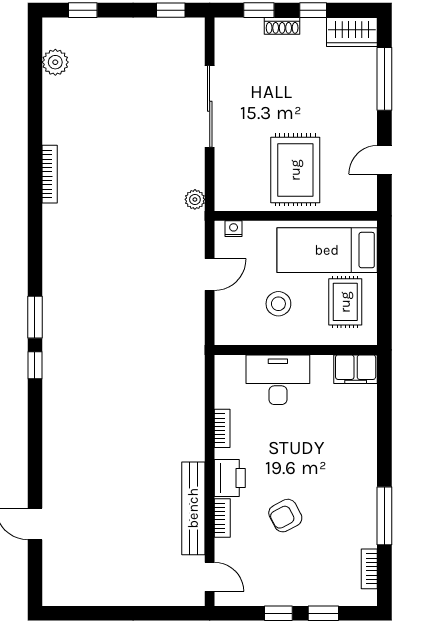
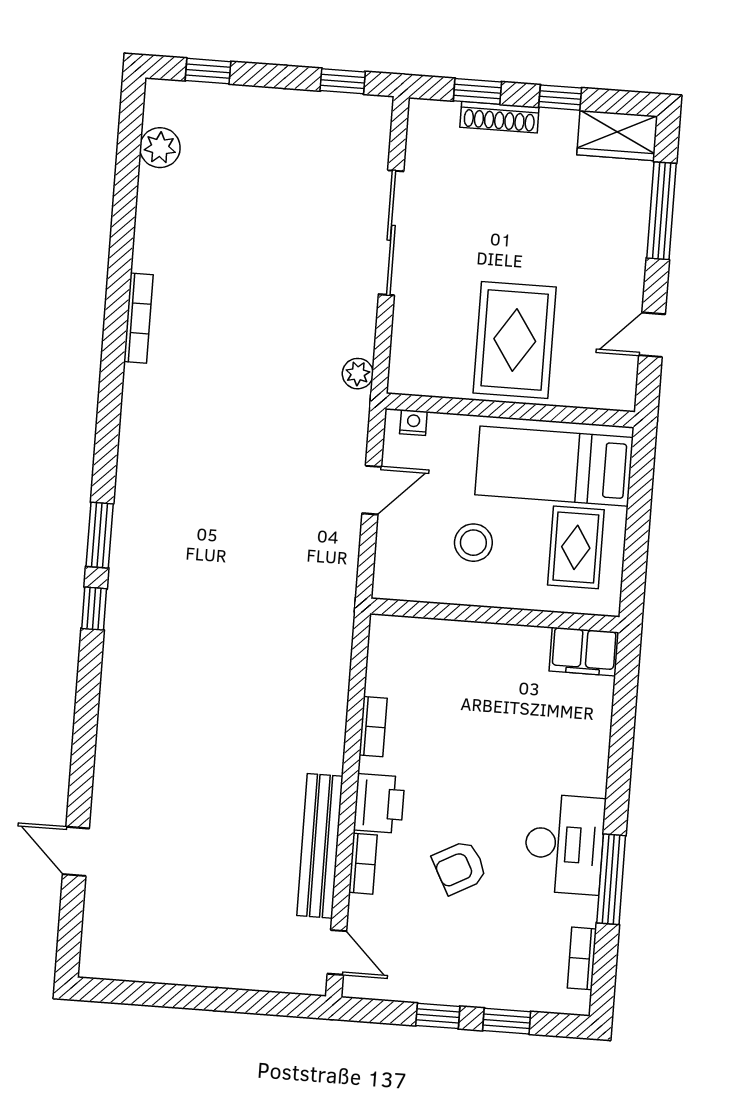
shoe rack: (282, 26) -> (499, 117), width x1.43
desk: (278, 380) -> (564, 844), moved, turned 90

